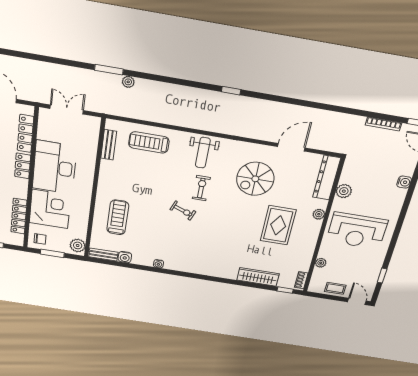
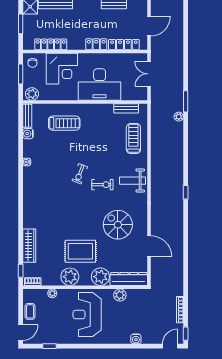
double door: (67, 109) -> (149, 74), swing flipped
desk: (55, 167) -> (100, 85), moved, turned 180
plant: (319, 214) -> (100, 277), width x1.88, depth x1.88
plant: (306, 242) -> (70, 277), added

